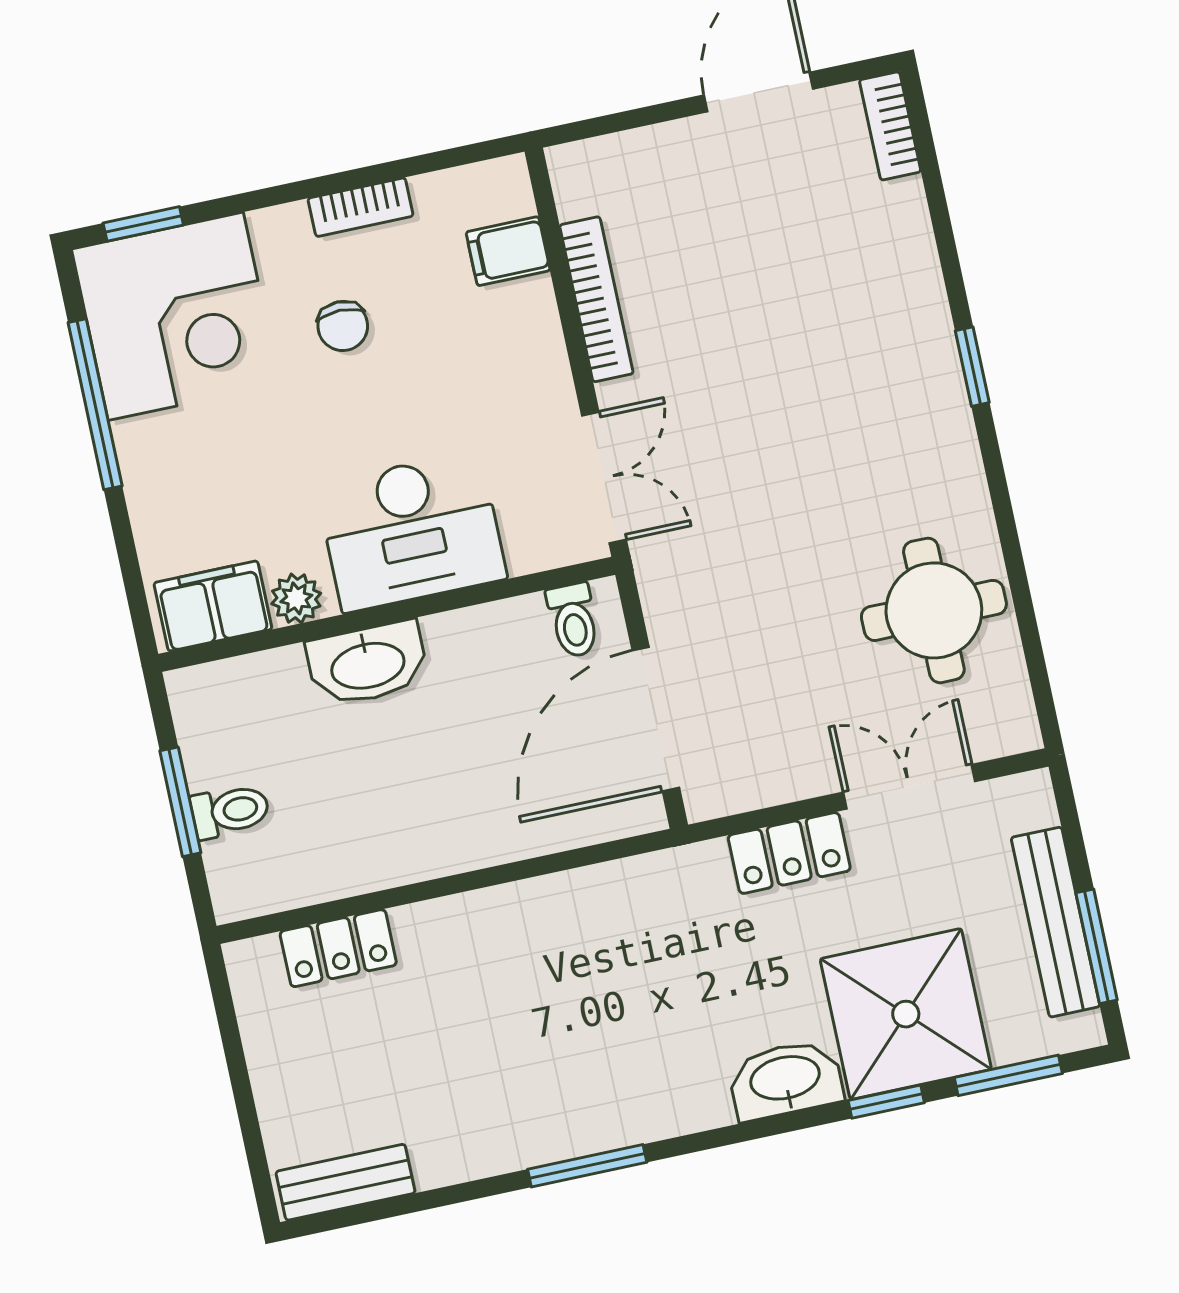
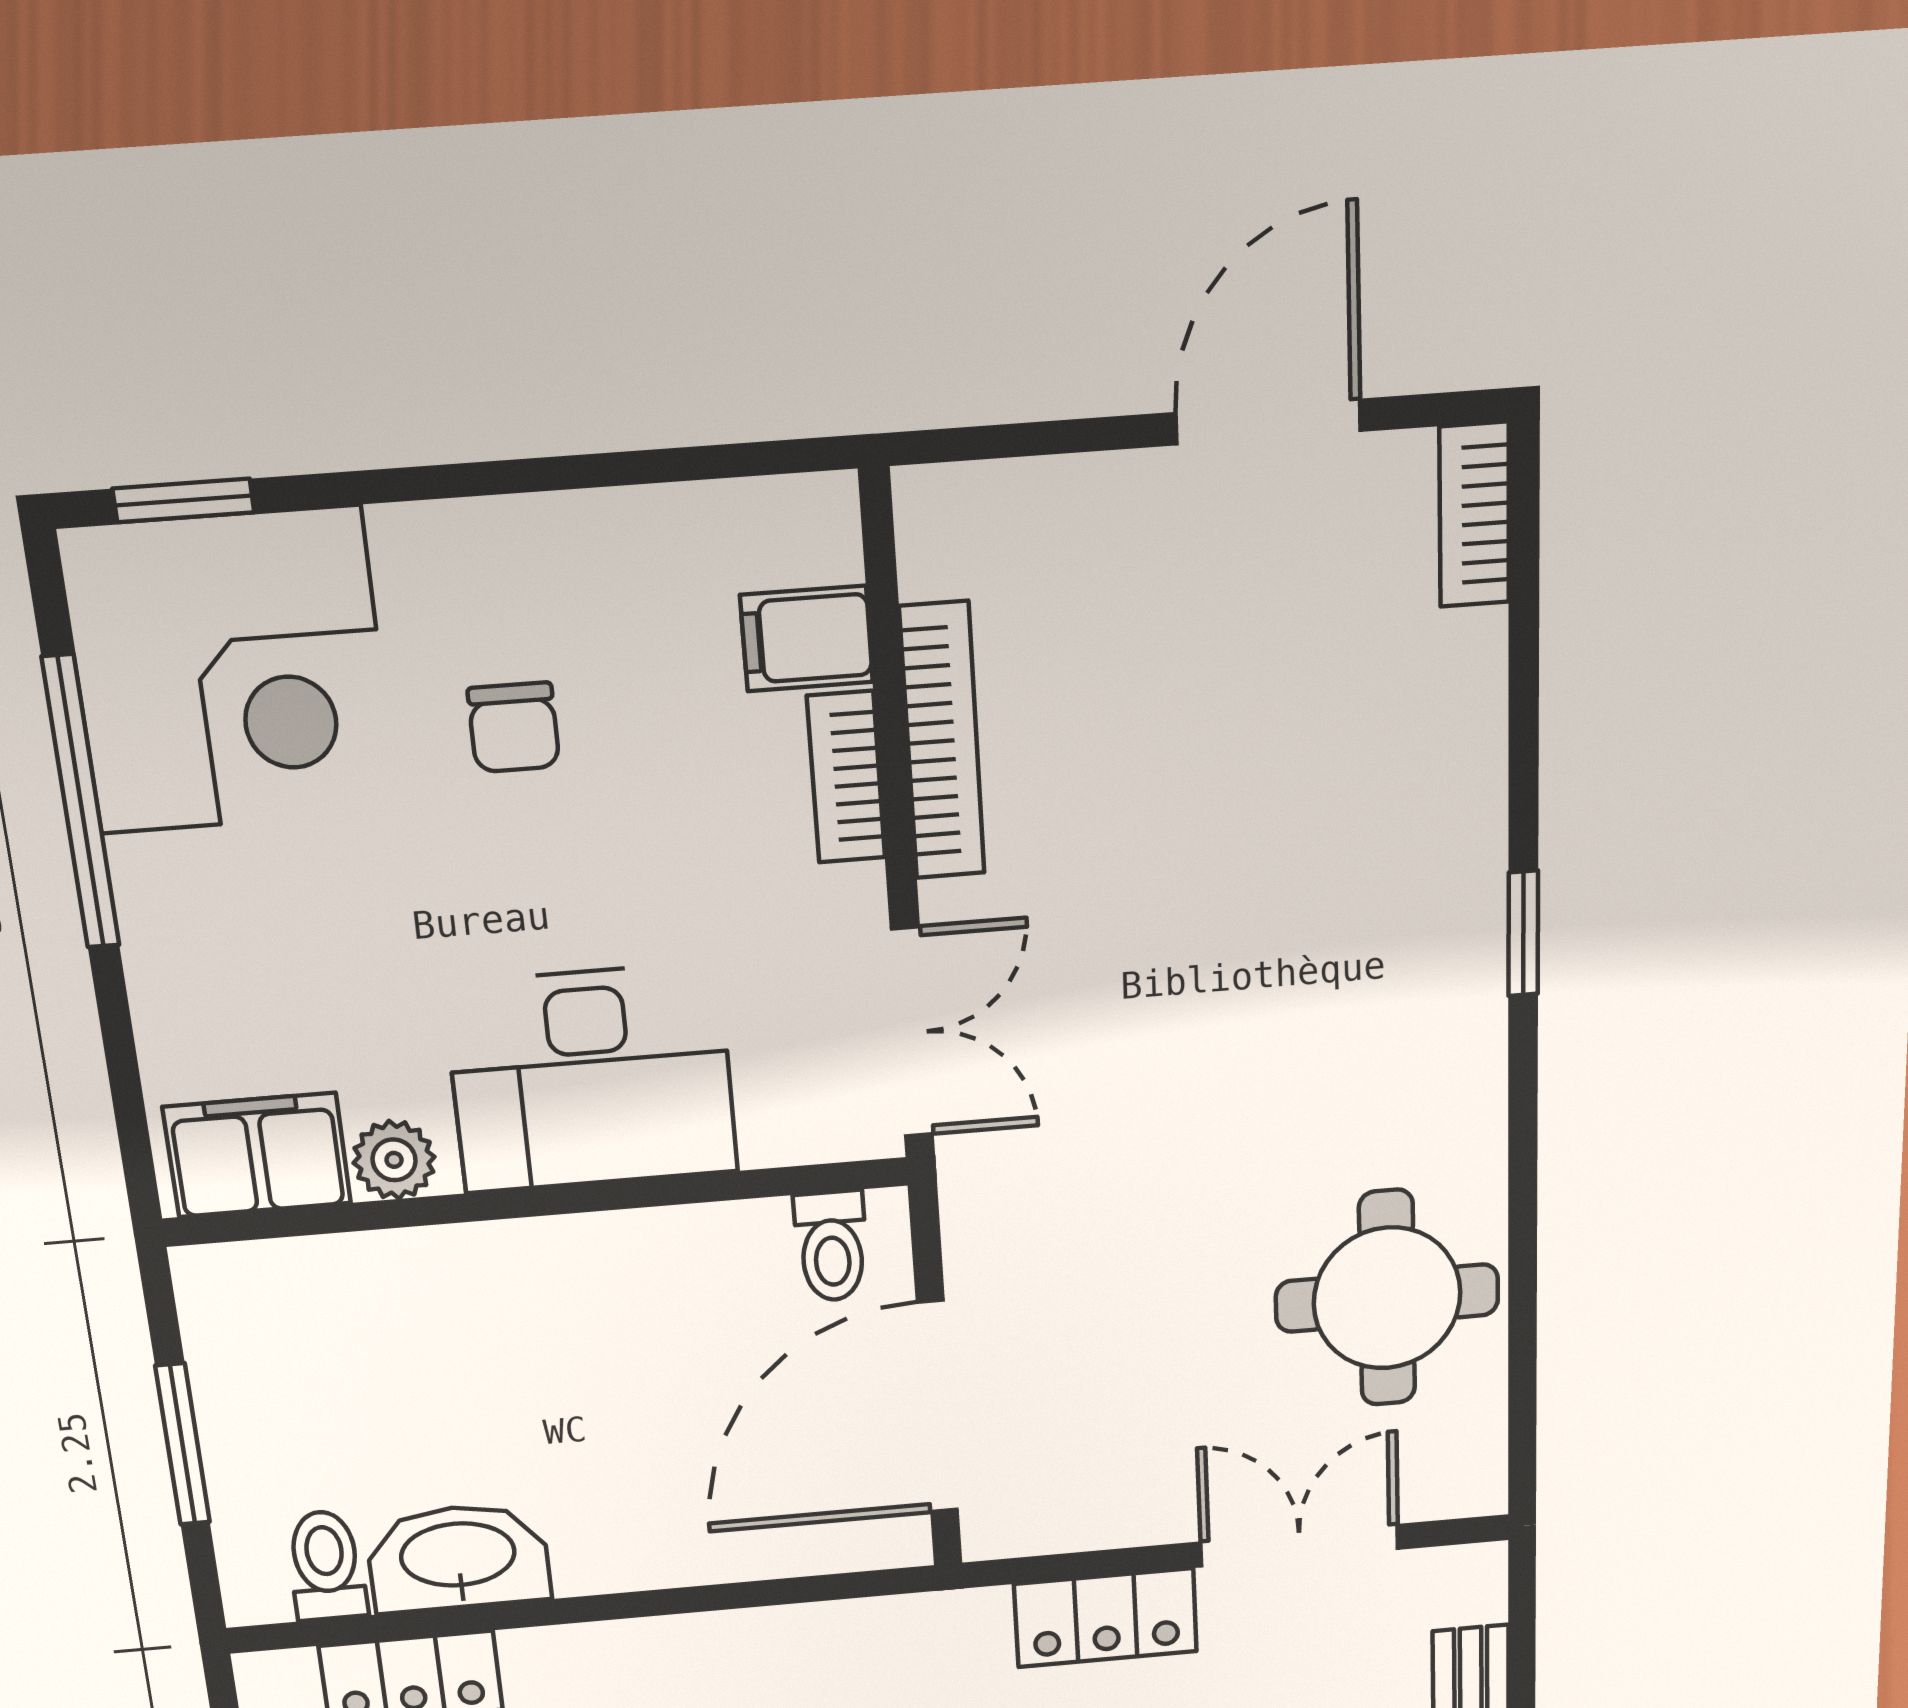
bookcase: (361, 207) -> (846, 777), moved, turned 90
washbasin: (367, 664) -> (458, 1557), moved, turned 180
toilet: (230, 811) -> (326, 1566), moved, turned -90

